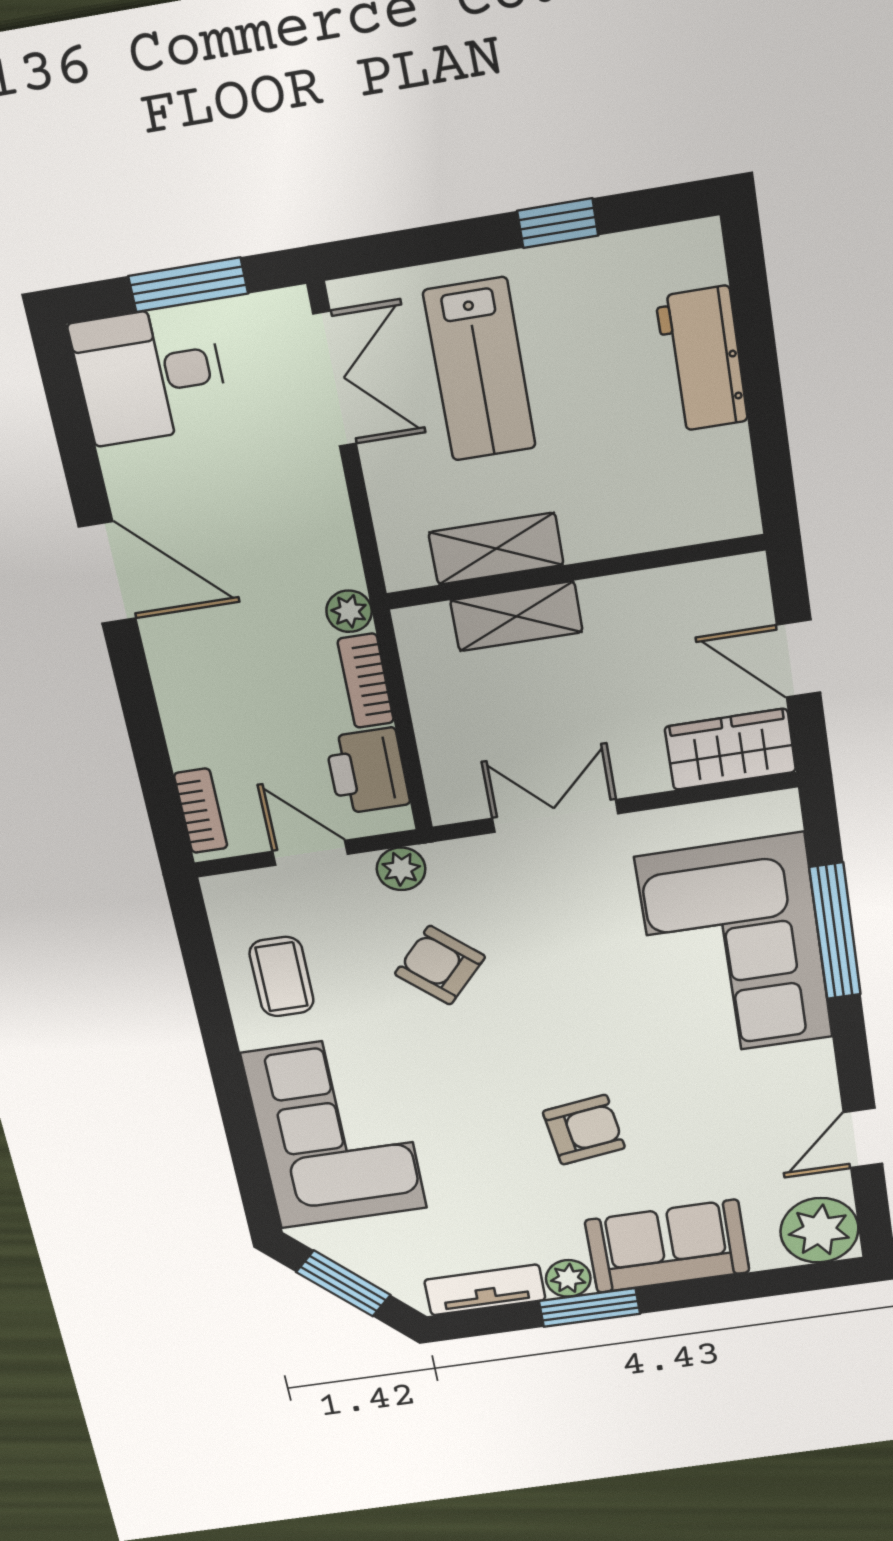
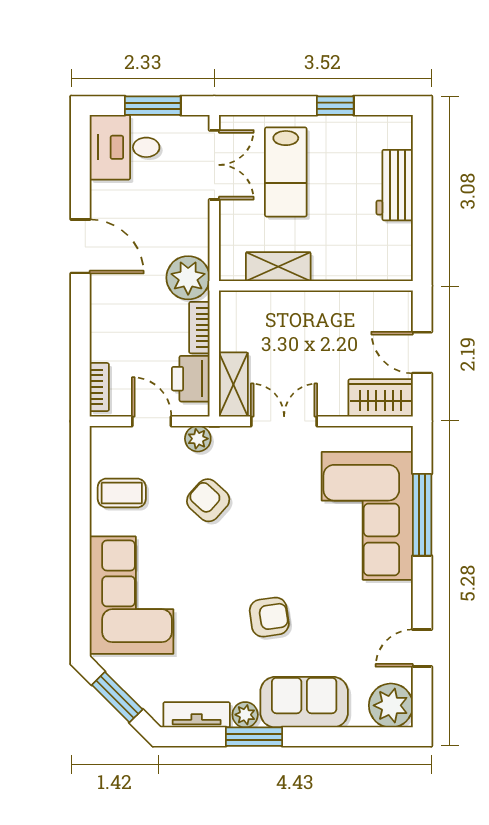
plant: (349, 611) -> (188, 278), width x1.87, depth x1.87
shelving: (516, 616) -> (233, 384), moved, turned 90
coffee table: (282, 977) -> (122, 493), turned 90

